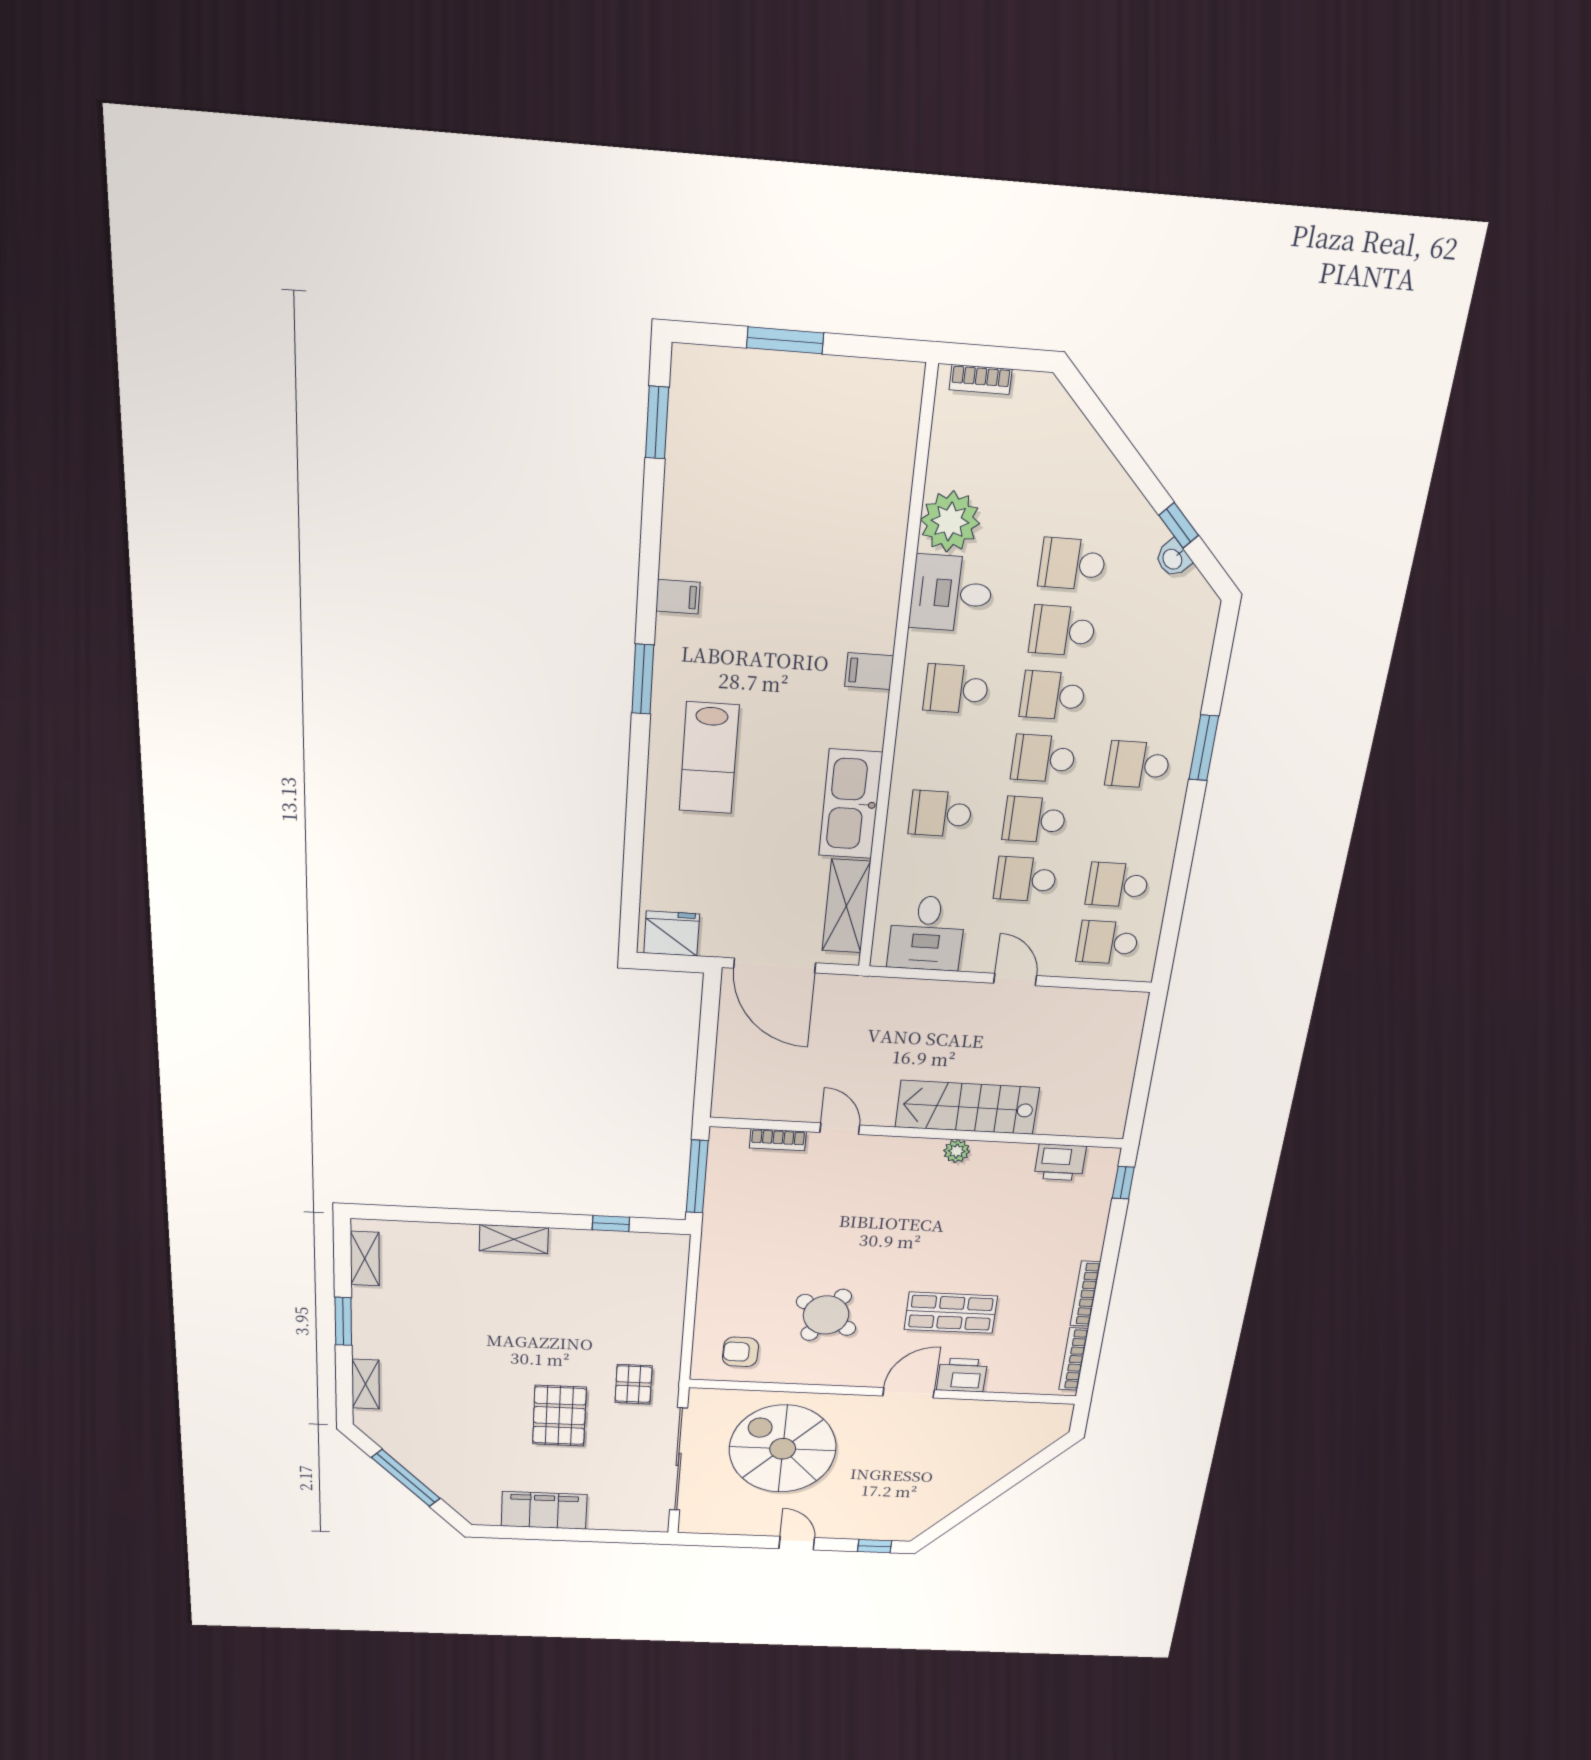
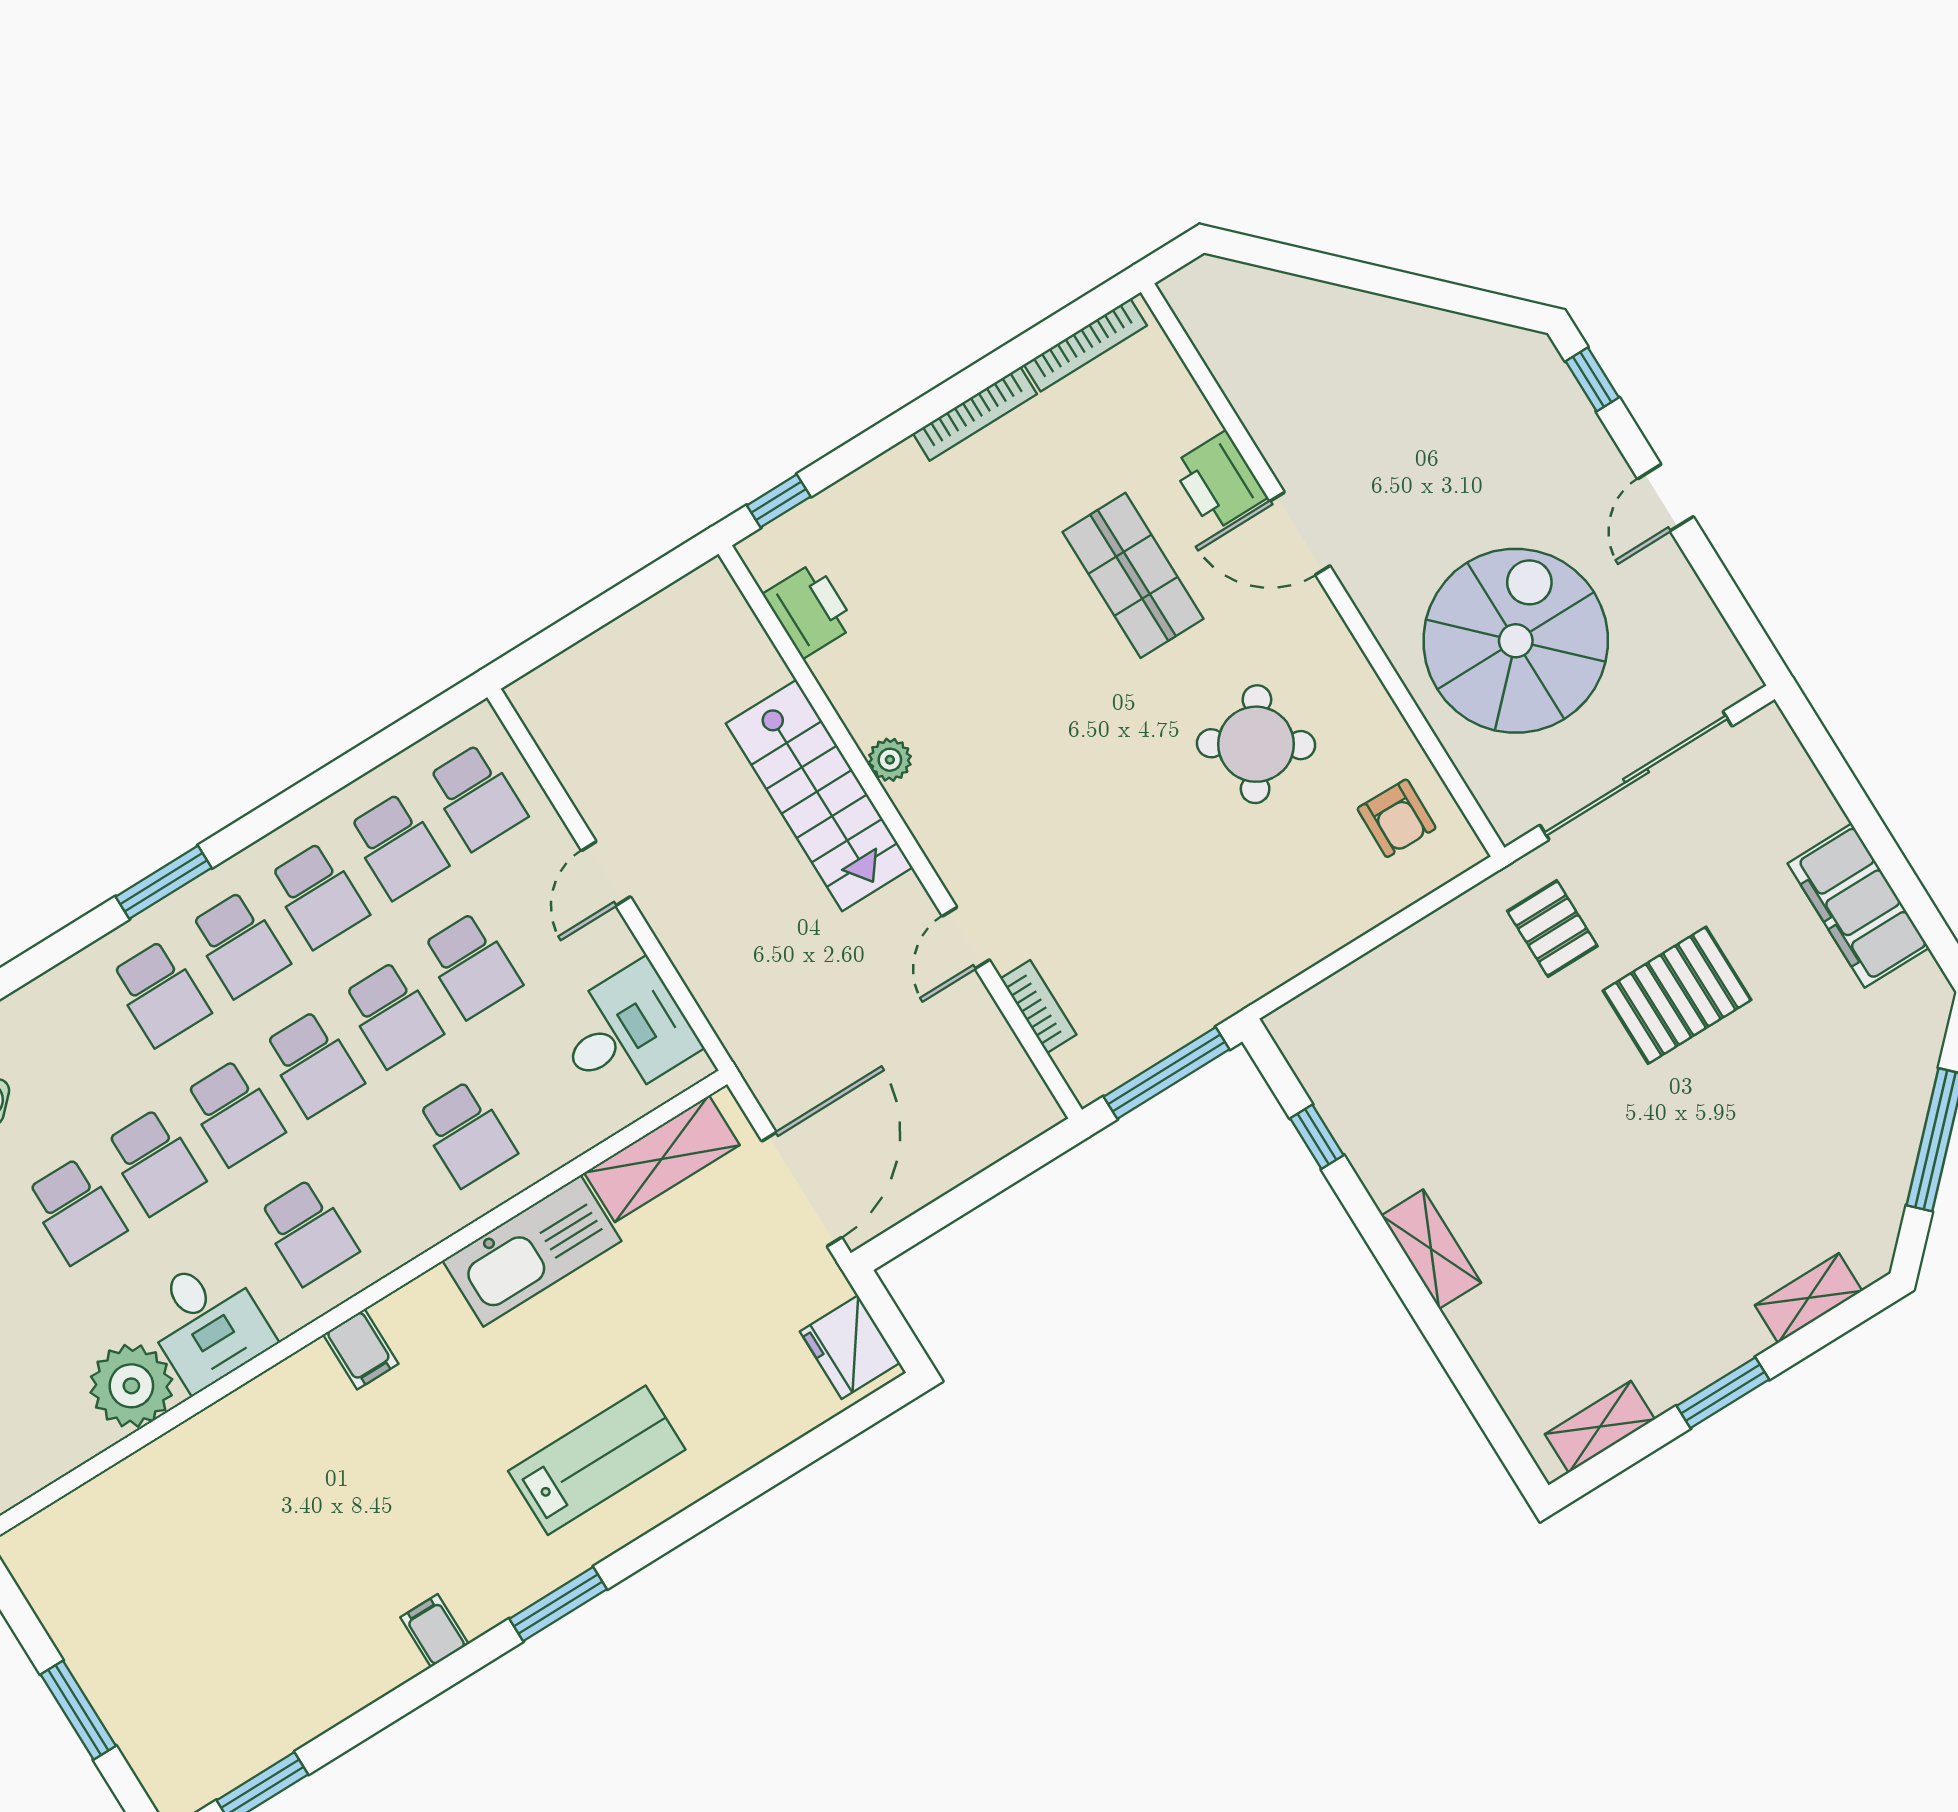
school desk: (1149, 702) -> (160, 993), added
school desk: (1128, 826) -> (318, 895), added
pallet: (634, 1384) -> (1552, 929), turned 90
spiral stairs: (783, 1449) -> (1516, 641), turned 180

